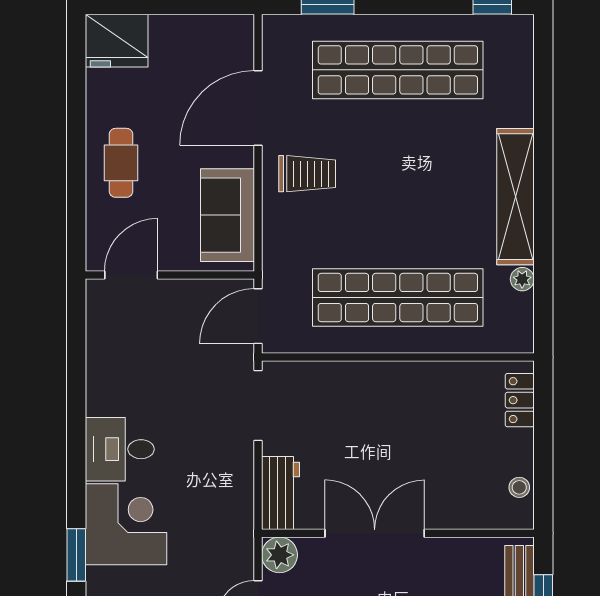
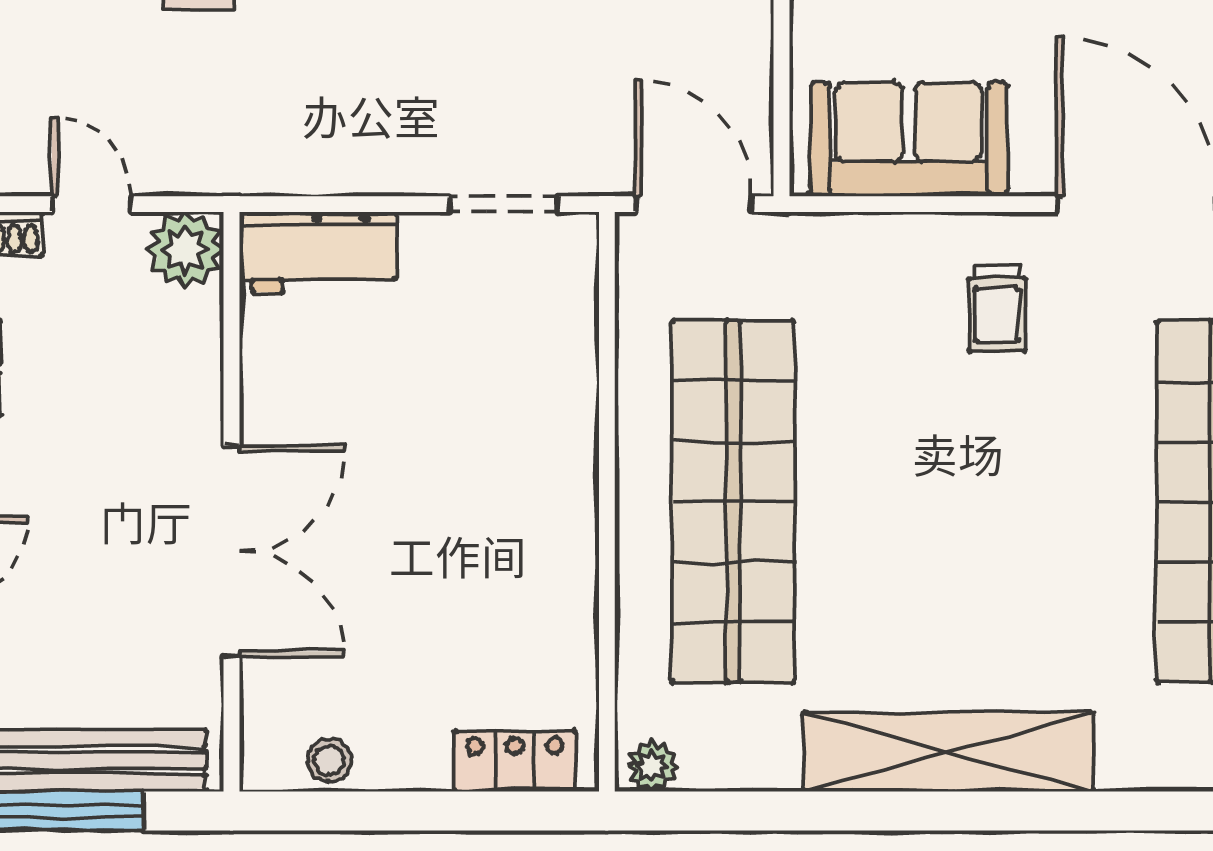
trolley: (307, 174) -> (997, 309), width x0.73, depth x0.72
plant: (522, 279) -> (652, 766), moved
doorway: (258, 406) -> (503, 204), width x0.73
double door: (375, 533) -> (232, 551), moved

